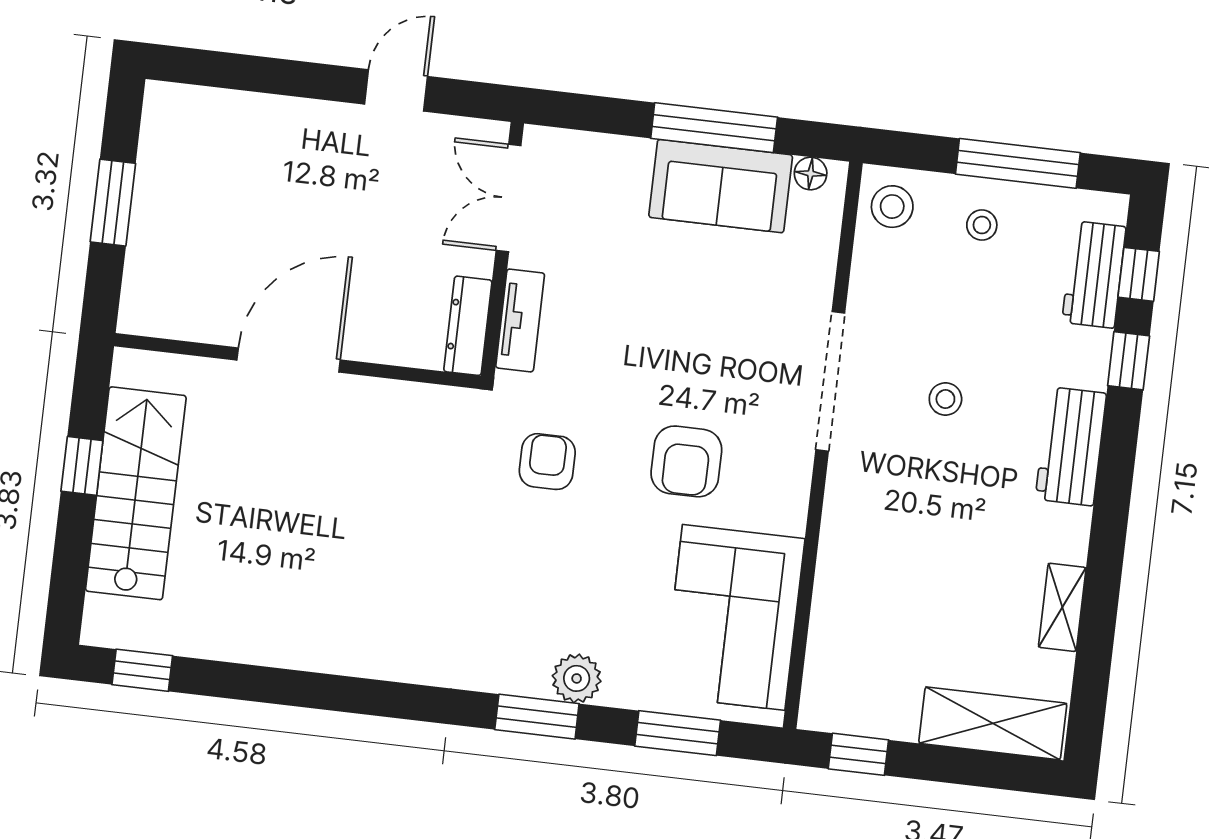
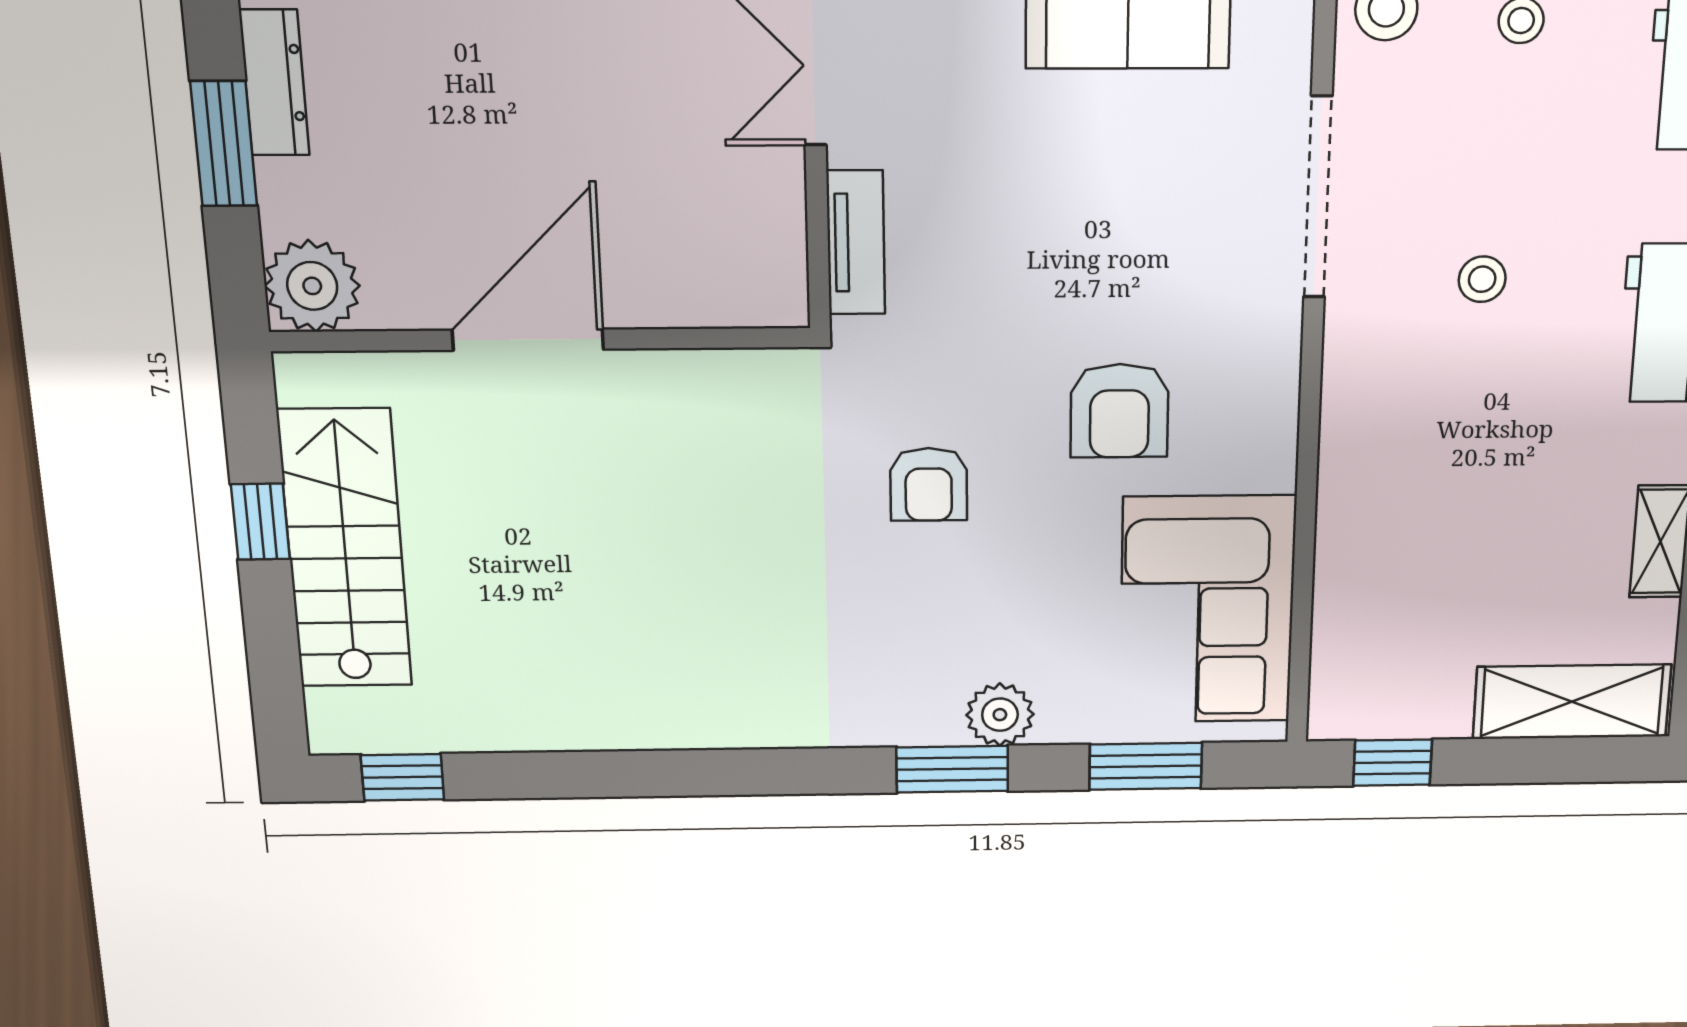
plant: (151, 305) -> (312, 286), added
dresser: (468, 326) -> (274, 83), moved, turned 180
doorway: (830, 381) -> (1318, 197), moved
armchair: (547, 462) -> (929, 484), moved, turned 180

